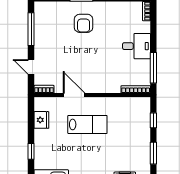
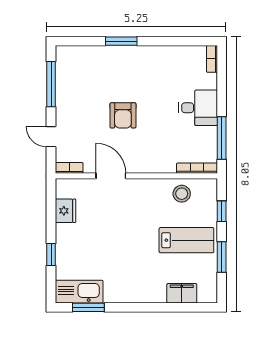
armchair: (84, 23) -> (123, 115), moved
stool: (125, 108) -> (182, 194), added
lab bench: (87, 124) -> (186, 240), moved

